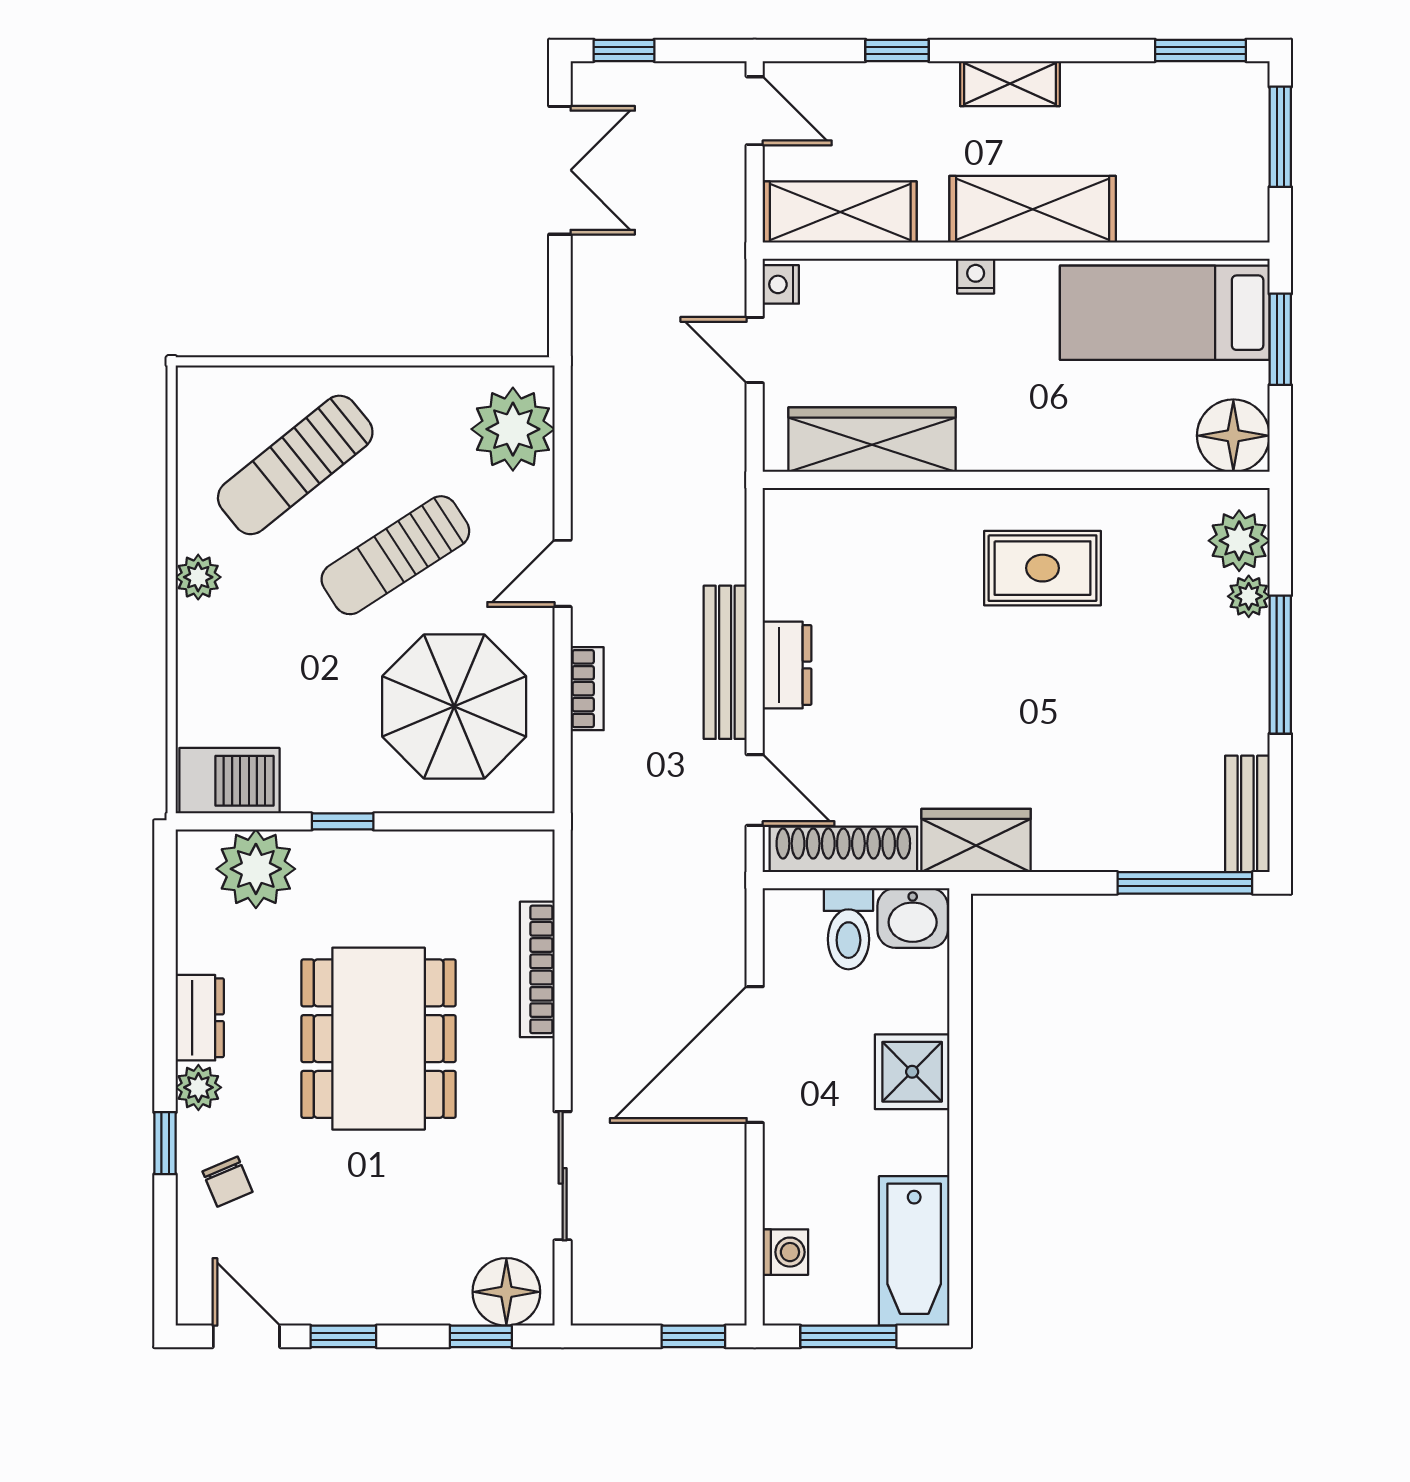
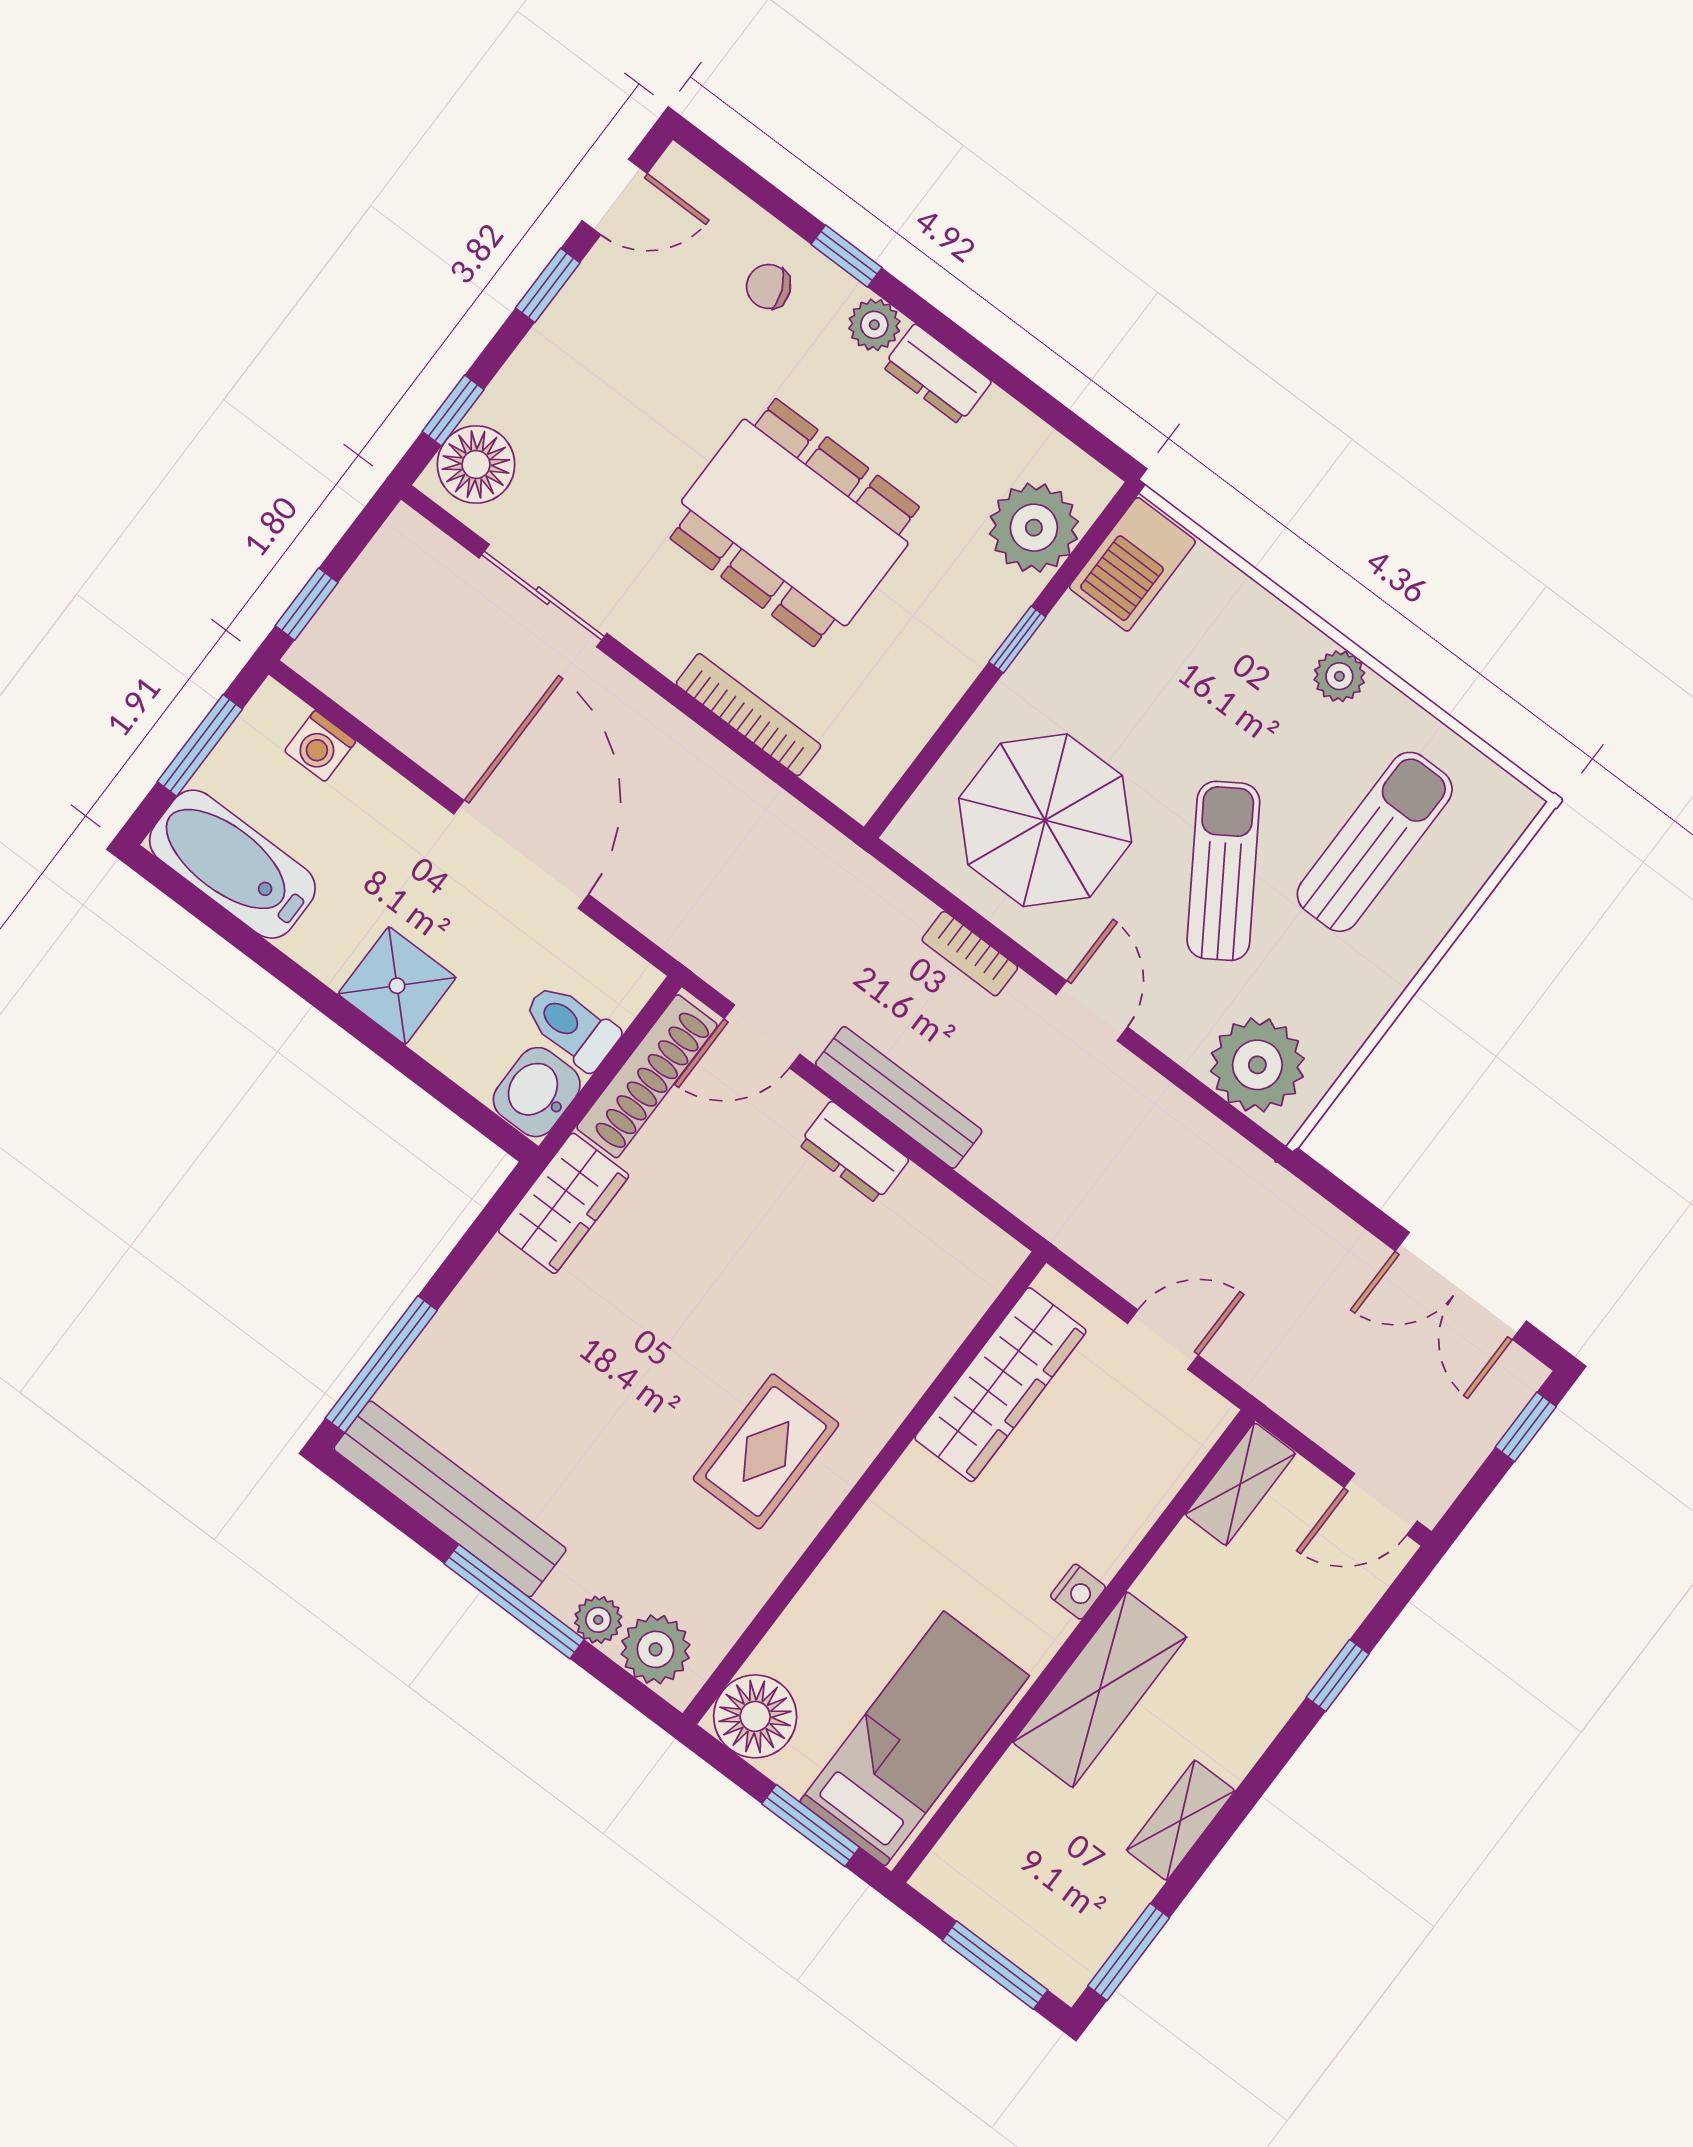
shelving: (1010, 84) -> (1181, 1820), moved
shelving: (840, 212) -> (1240, 1484), width x0.67, depth x0.75
nightstand: (781, 284) -> (1205, 1408), removed
sun lounger: (295, 465) -> (1375, 842), turned 39
bench: (1247, 814) -> (450, 1499), width x1.86, depth x1.21

